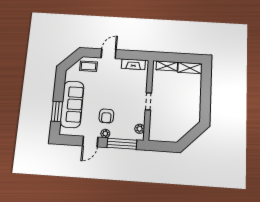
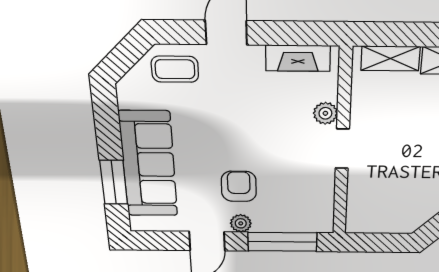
armchair: (106, 116) -> (239, 186), turned 180
plant: (140, 129) -> (325, 113), moved

